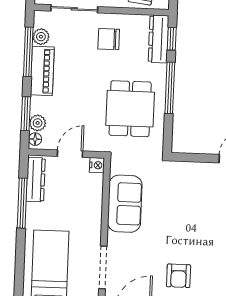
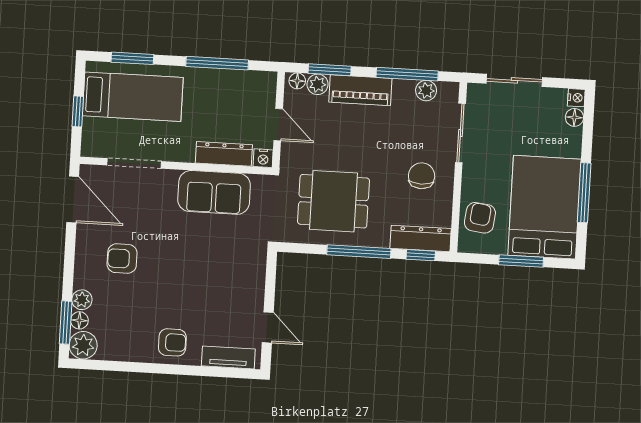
piano: (42, 71) -> (360, 90), moved
dresser: (36, 180) -> (224, 154), moved, turned 180
window: (19, 270) -> (132, 58), added

